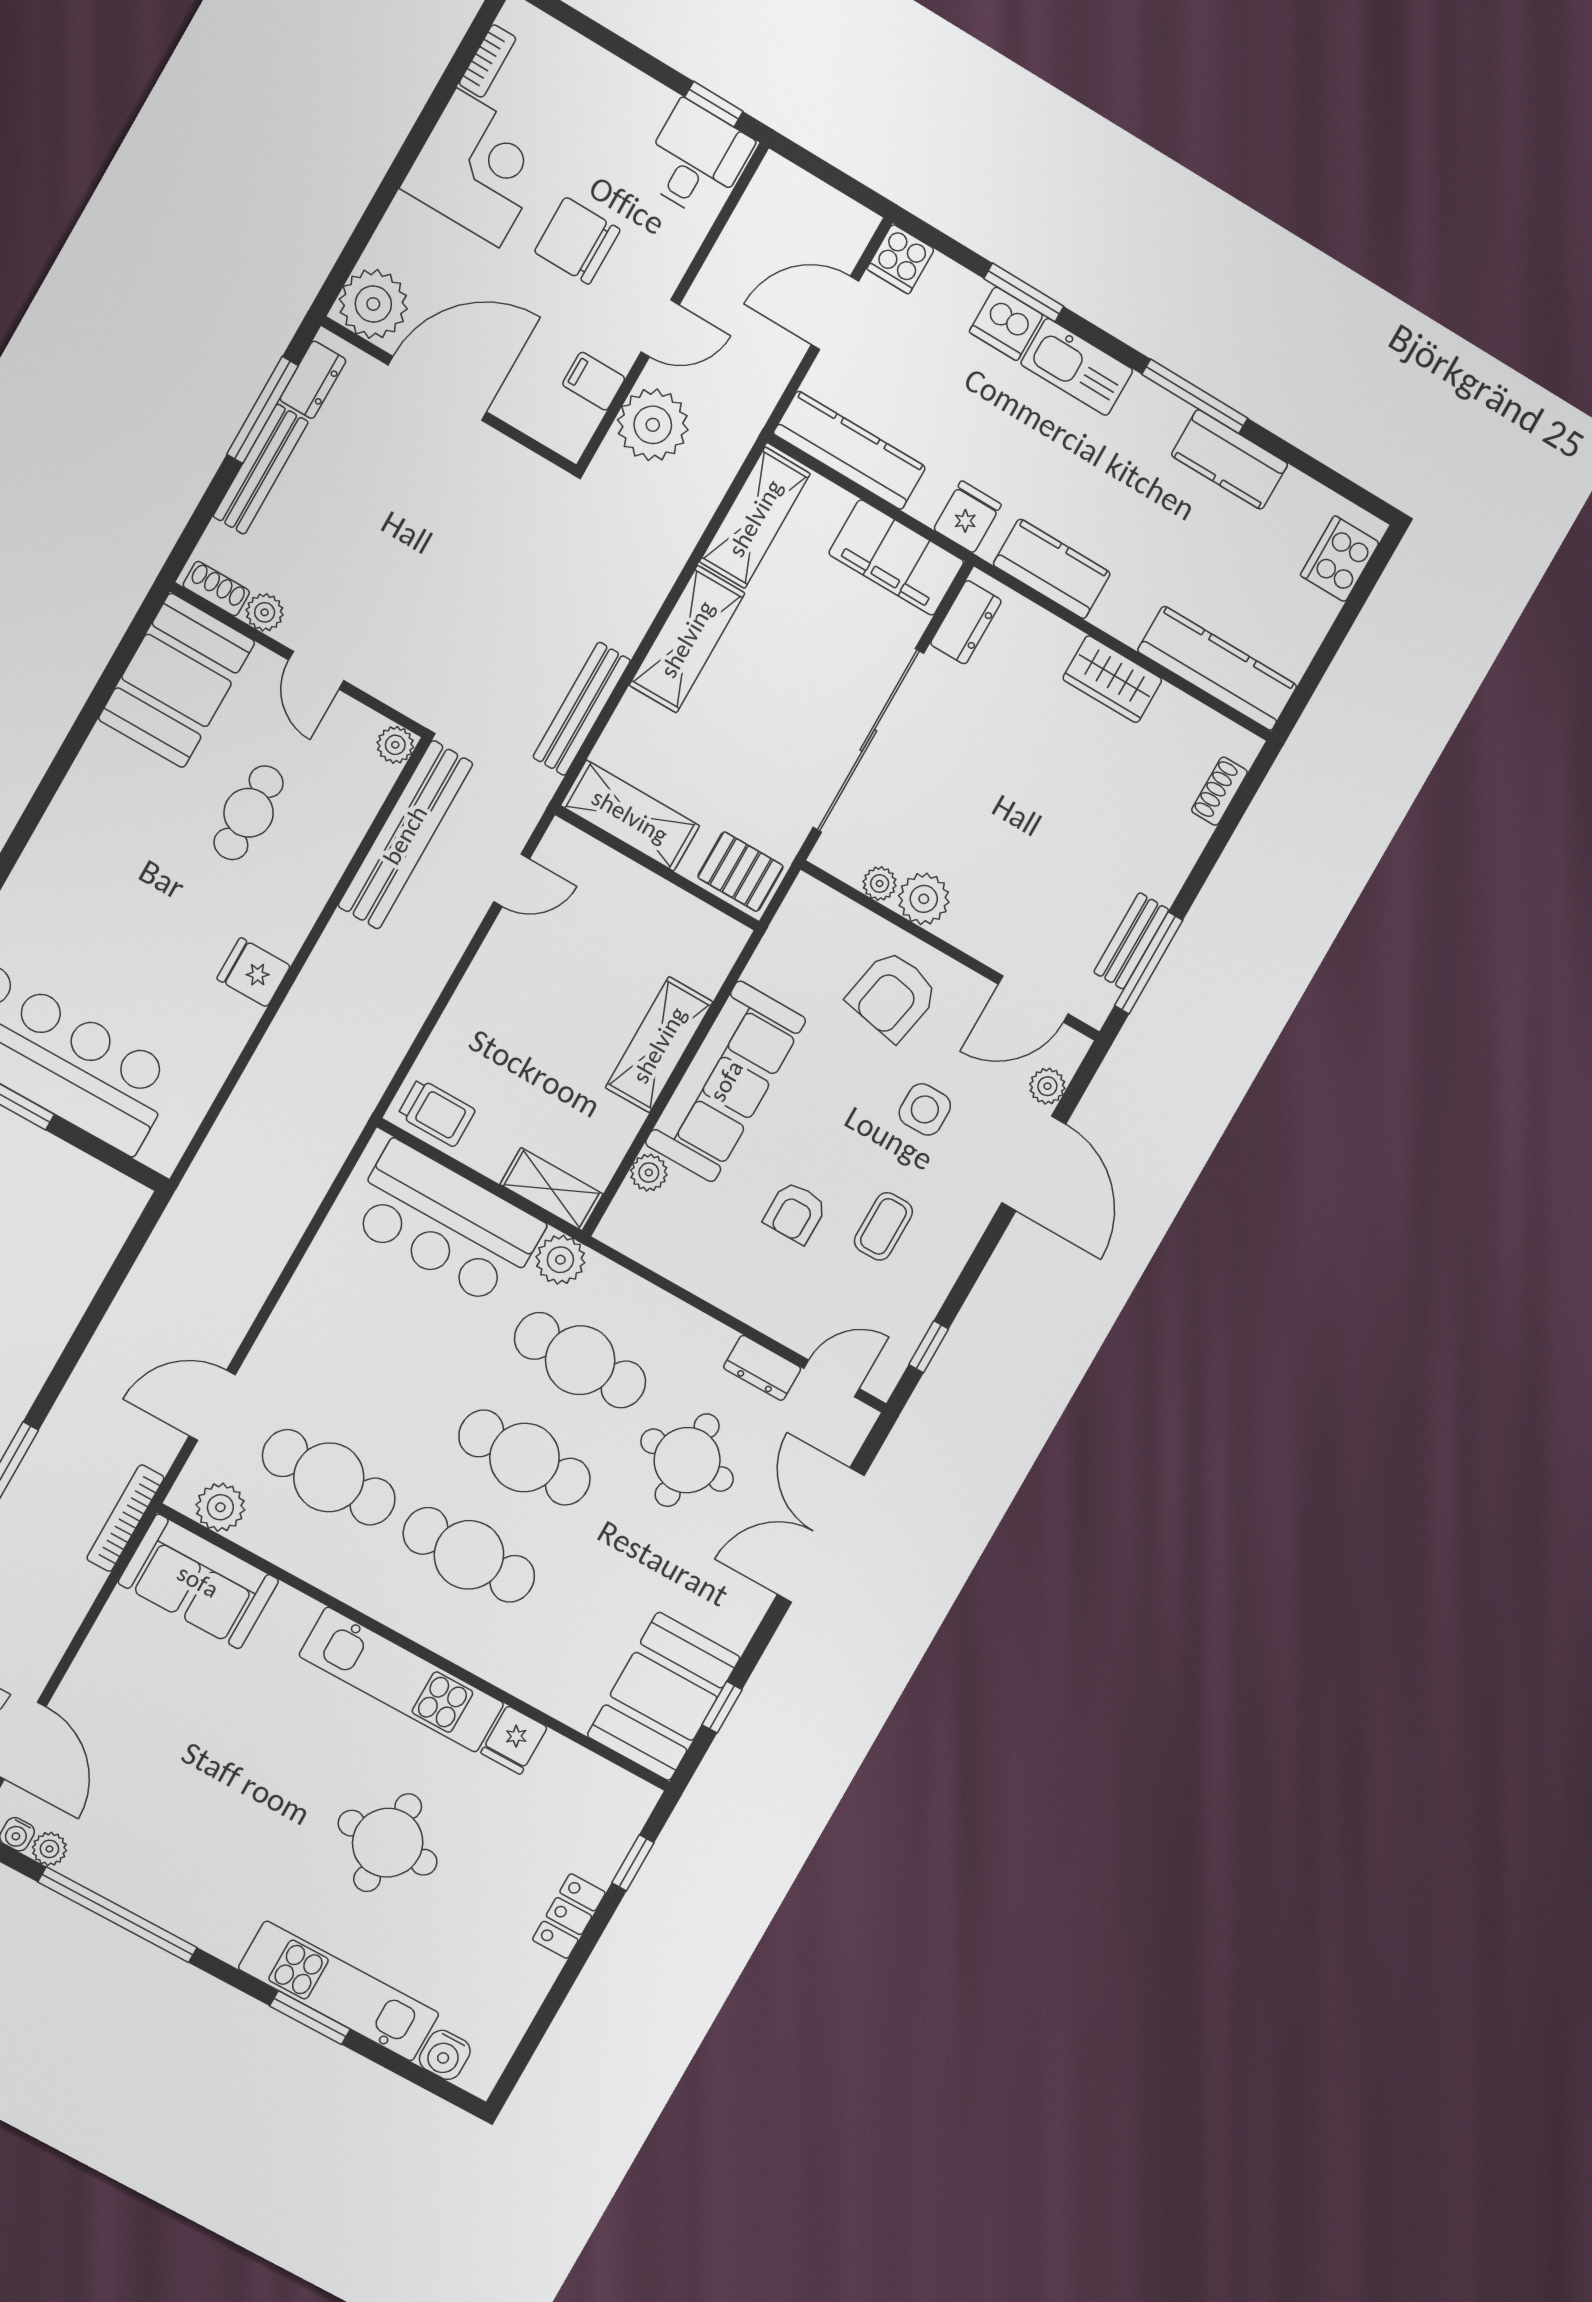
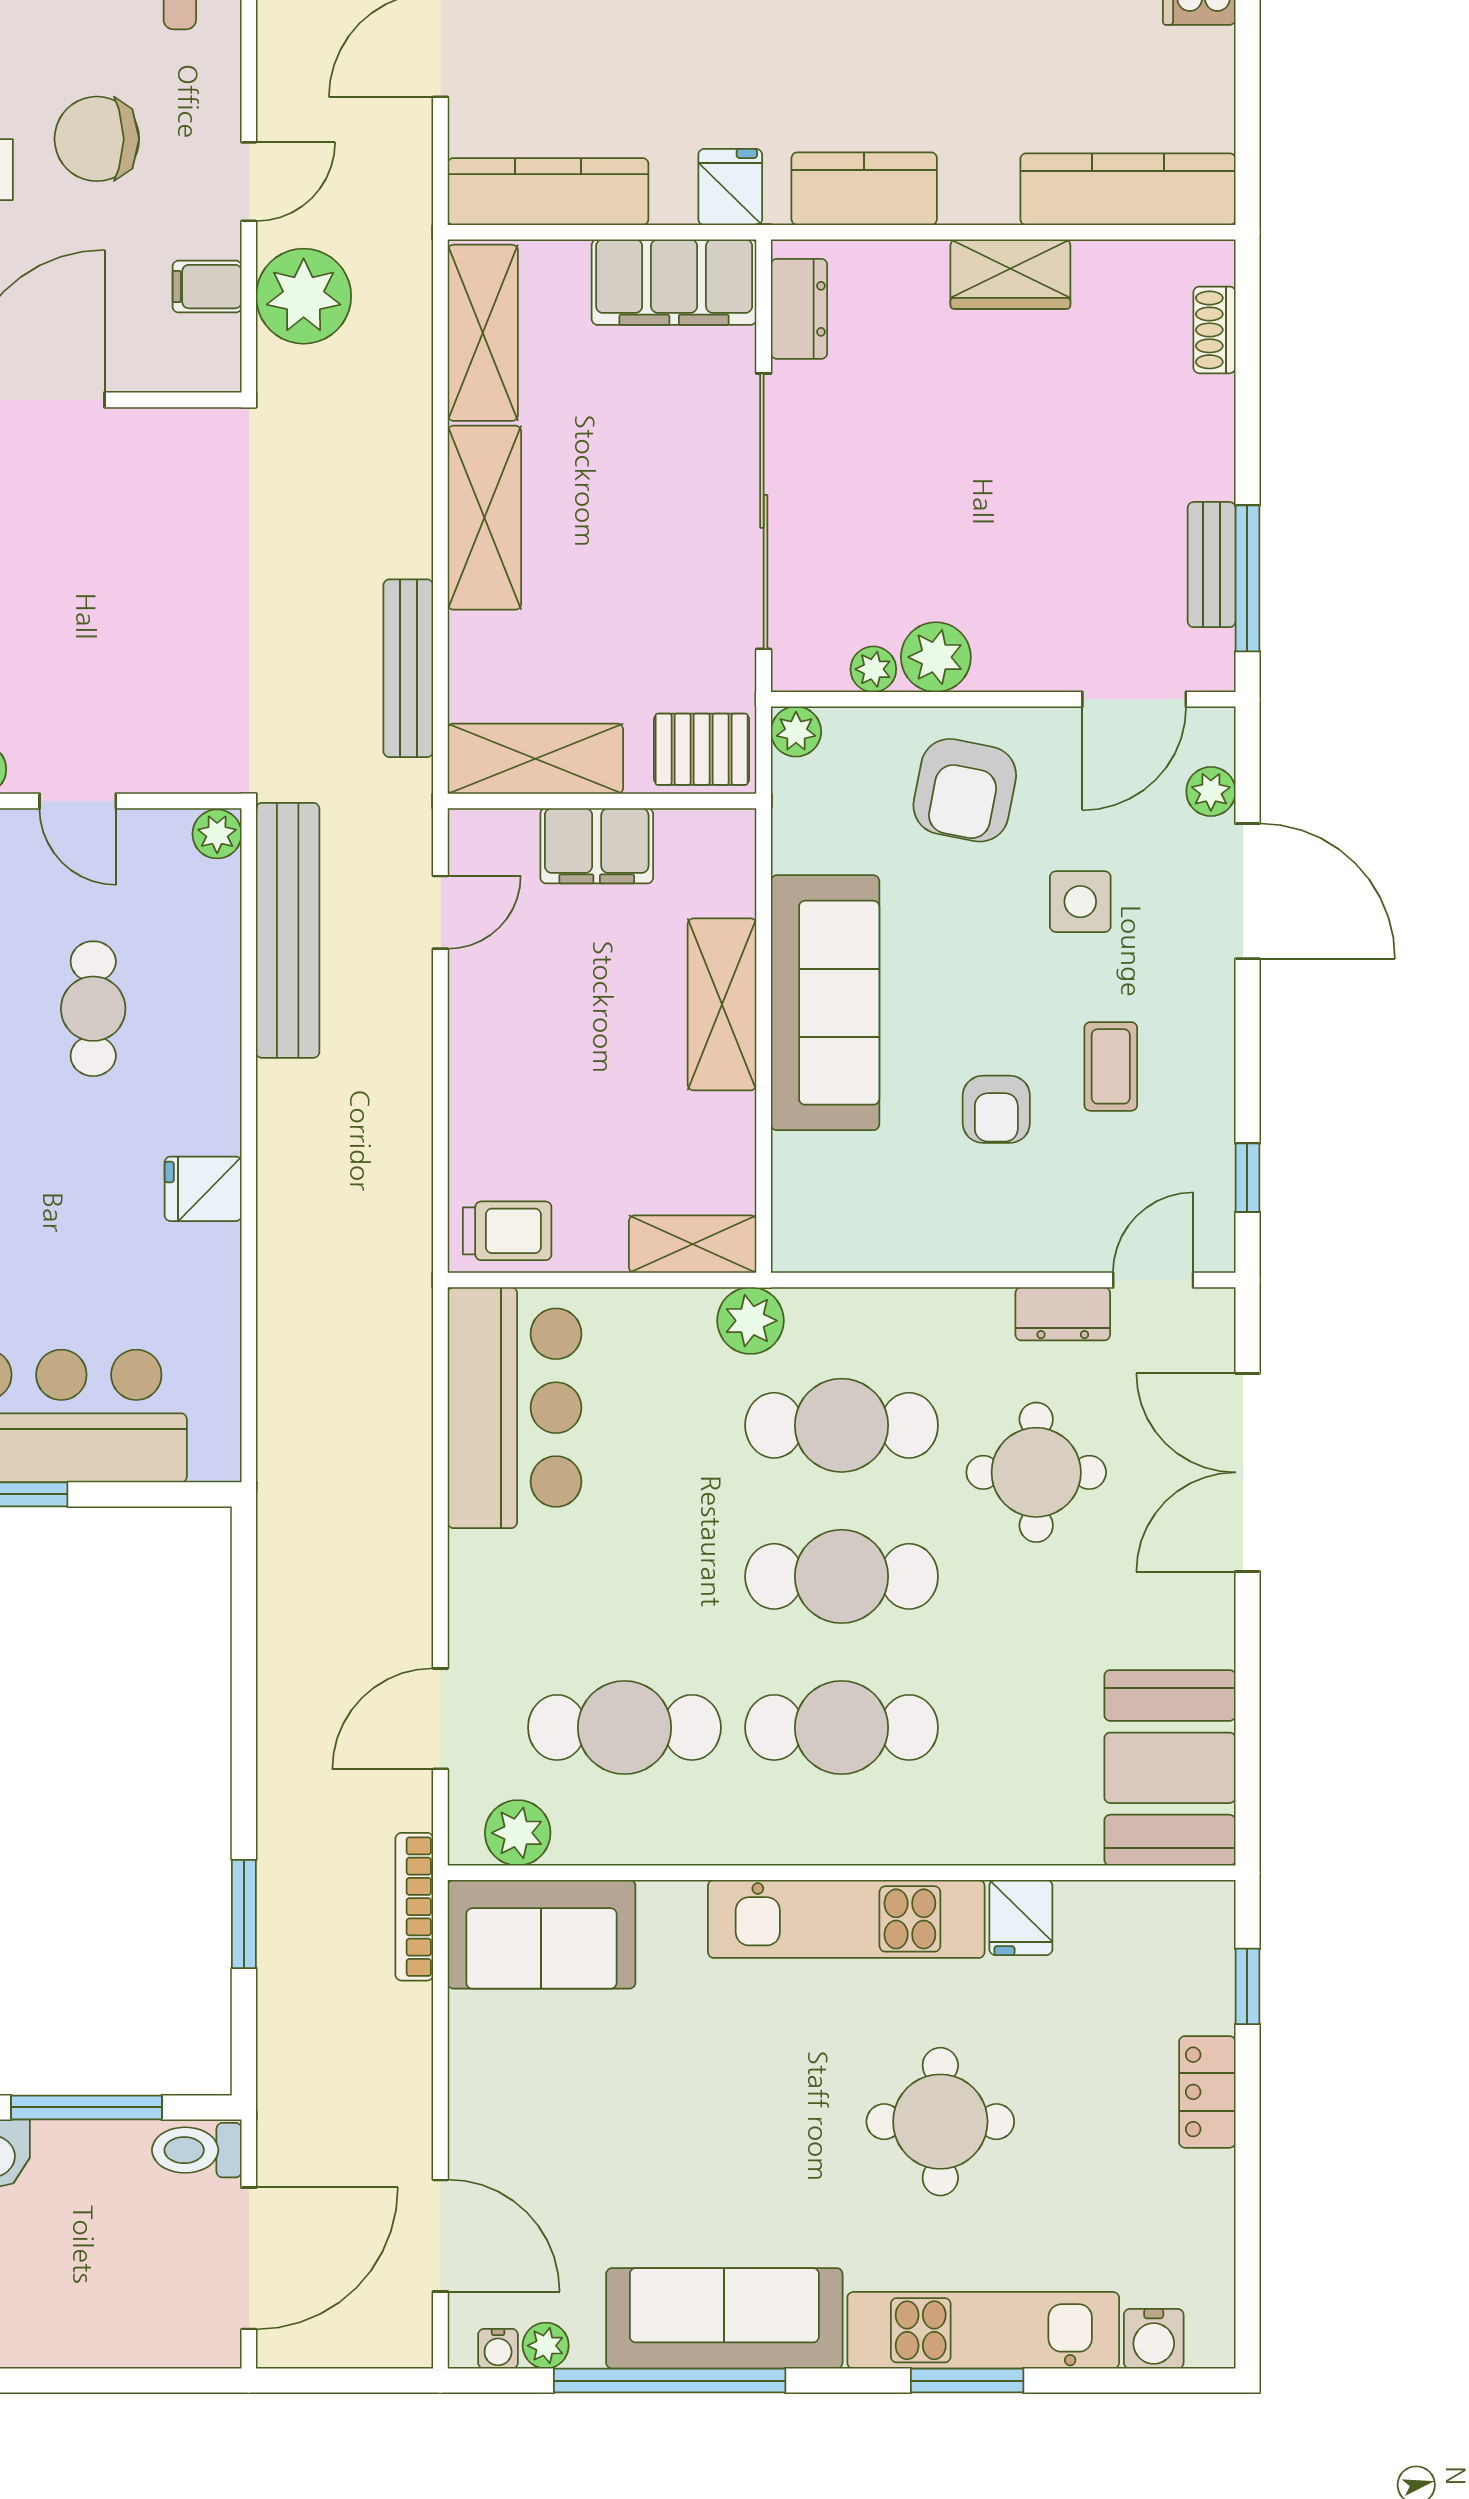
filing cabinet: (637, 895) -> (597, 846), added
plant: (649, 1173) -> (796, 732), moved
bar counter: (446, 1224) -> (514, 1408), moved, turned -90
window: (722, 1707) -> (1247, 1742), removed
sofa: (176, 1894) -> (724, 2318), added

